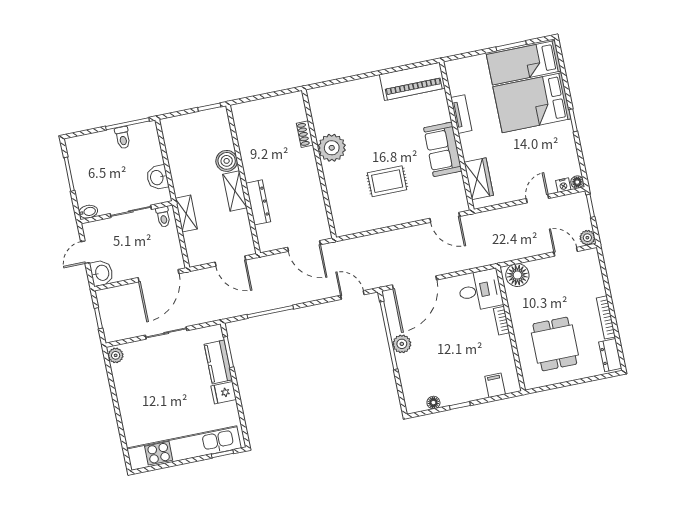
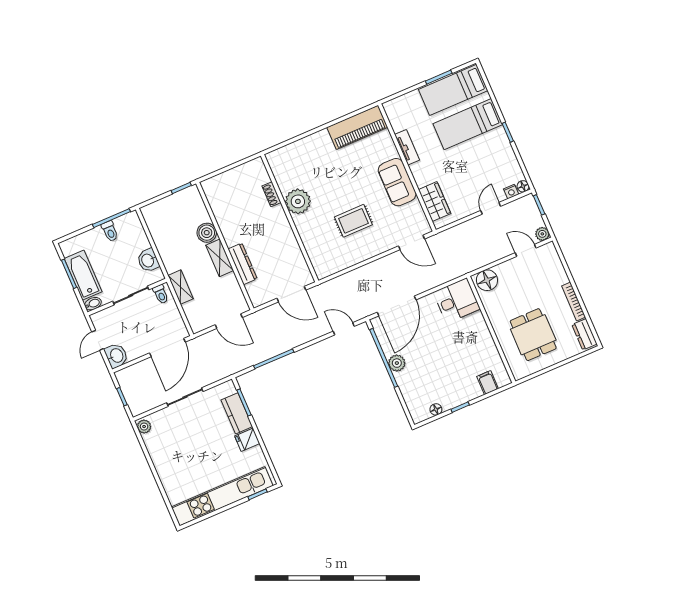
bed: (532, 103) -> (468, 124), width x0.67
bathtub: (84, 179) -> (83, 275), added
bookcase: (502, 321) -> (481, 324), removed

